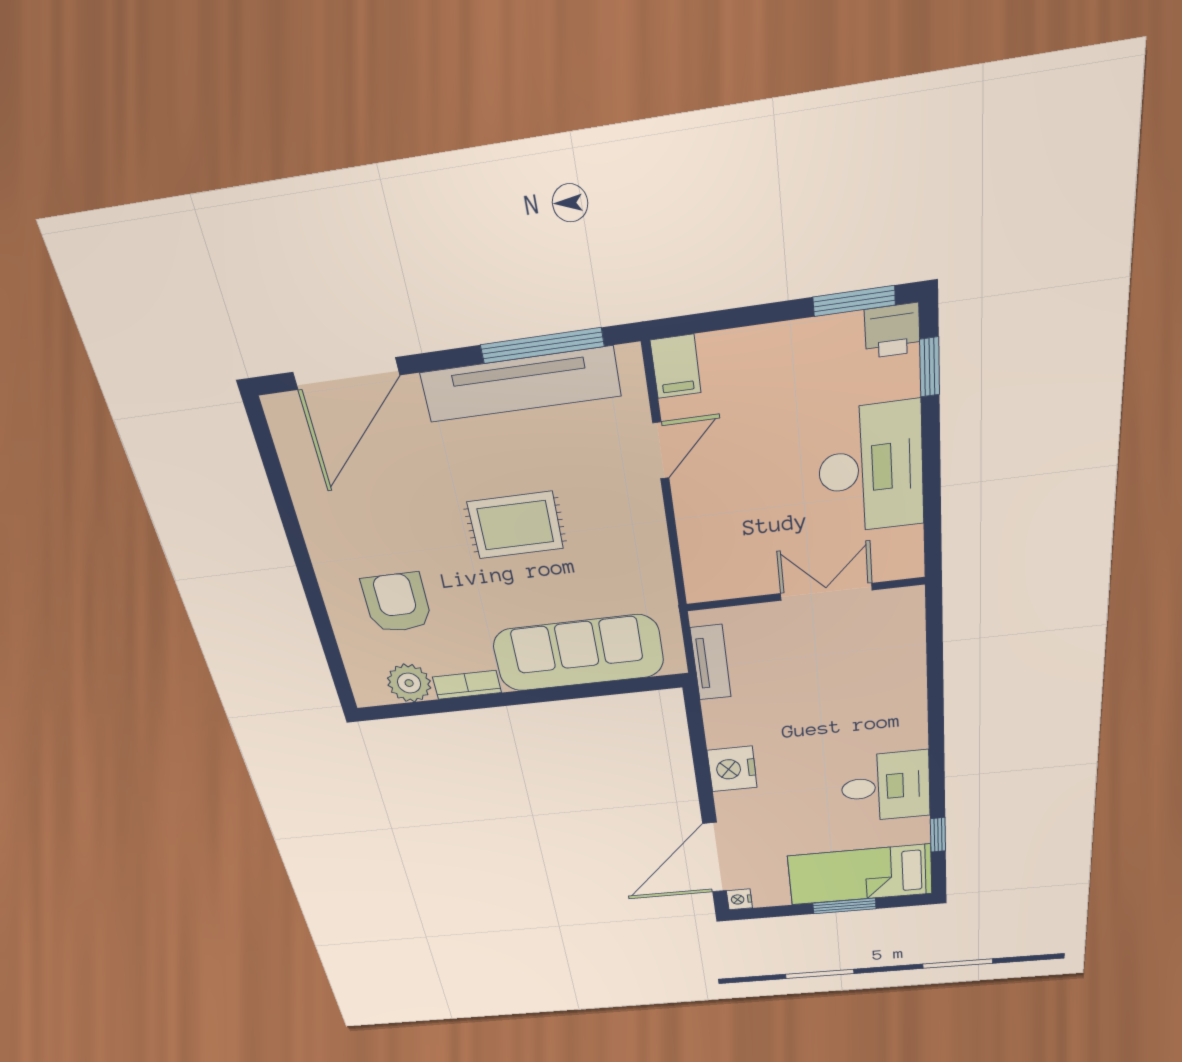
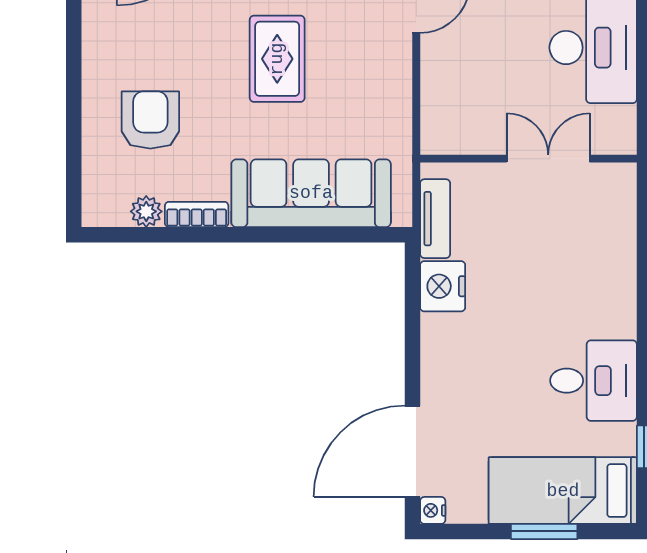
rug: (515, 525) -> (277, 59), turned 90
plant: (409, 683) -> (146, 211), width x0.73, depth x0.73
nightstand: (732, 769) -> (443, 286), moved

